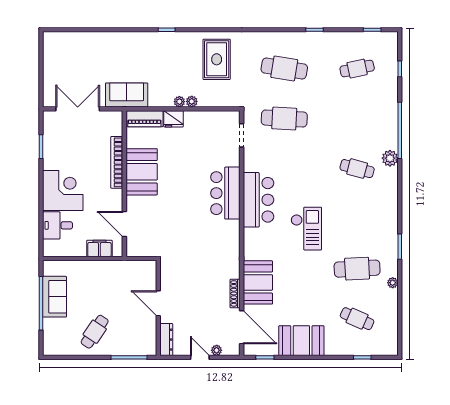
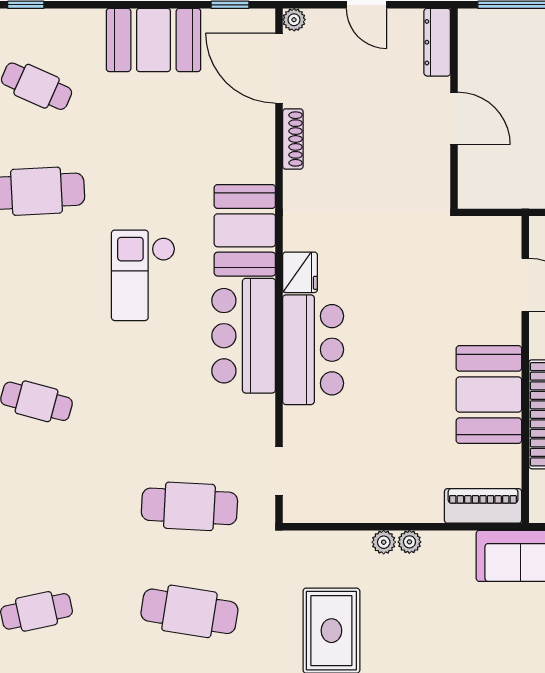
fridge: (174, 119) -> (300, 272), moved, turned 90
booth: (258, 282) -> (245, 230), moved
plant: (217, 350) -> (294, 20), moved

